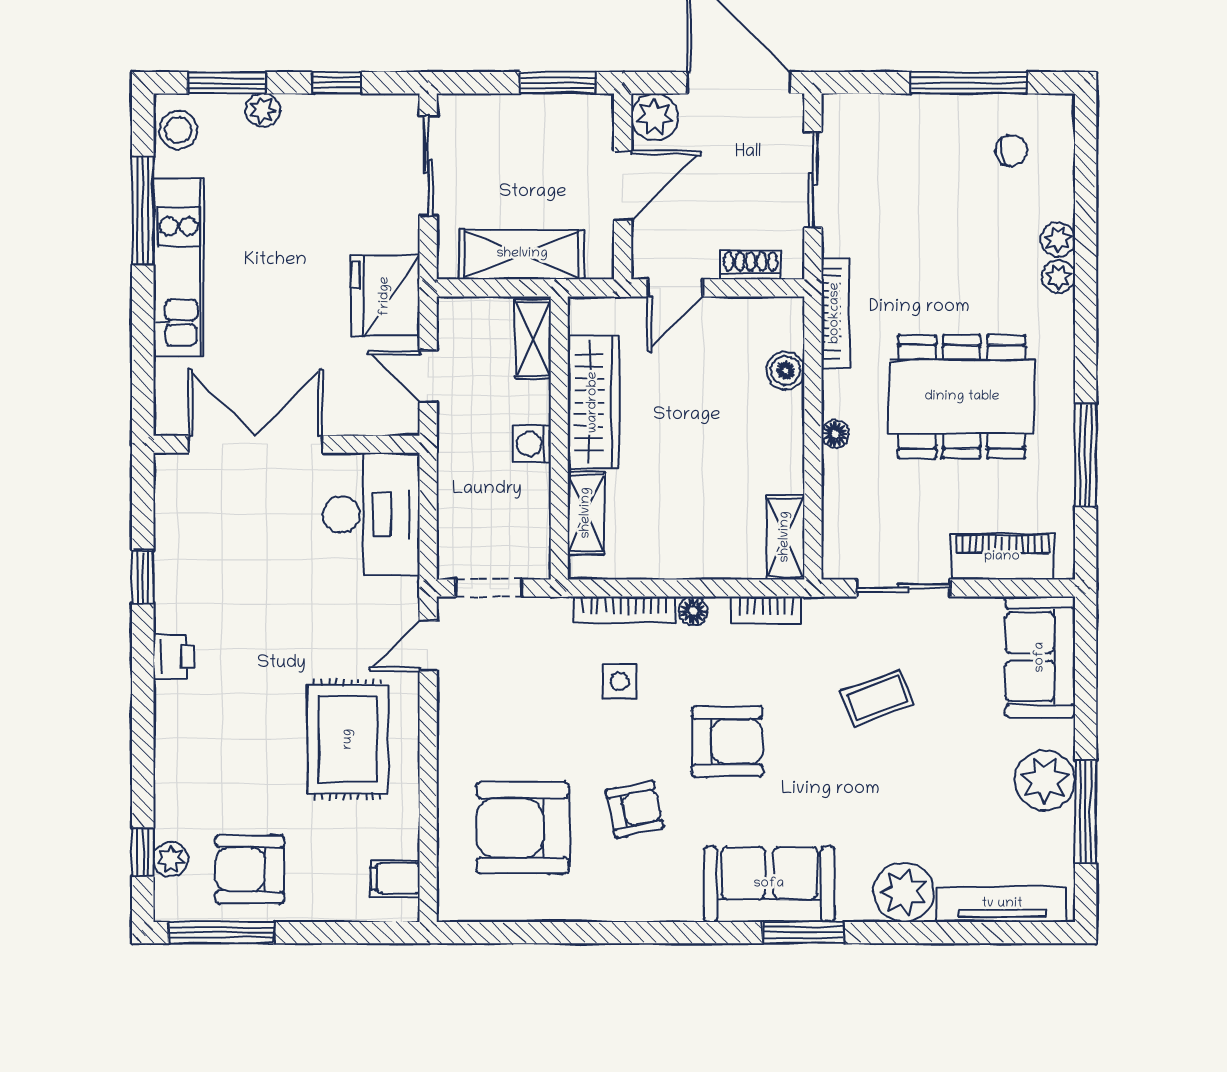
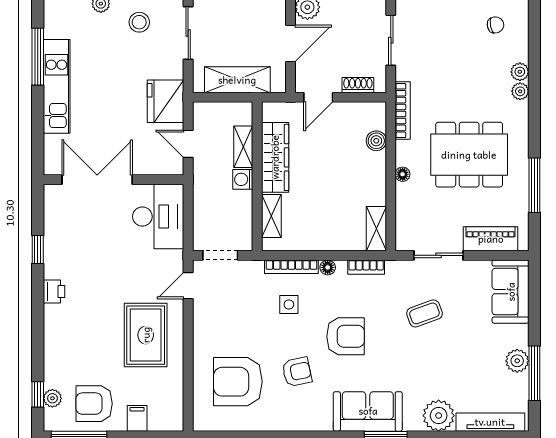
stool: (178, 130) -> (139, 22), moved
shelving: (533, 339) -> (243, 147), moved
plant: (1045, 780) -> (517, 361), width x0.73, depth x0.73
filing cabinet: (395, 878) -> (137, 418), moved, turned 90

